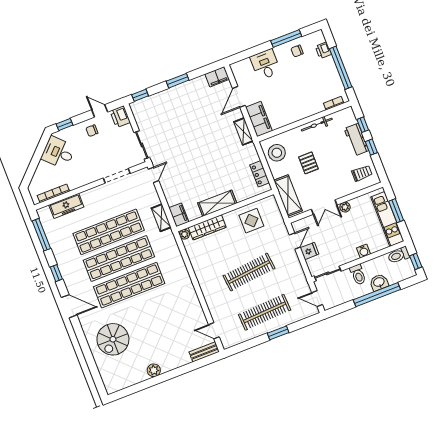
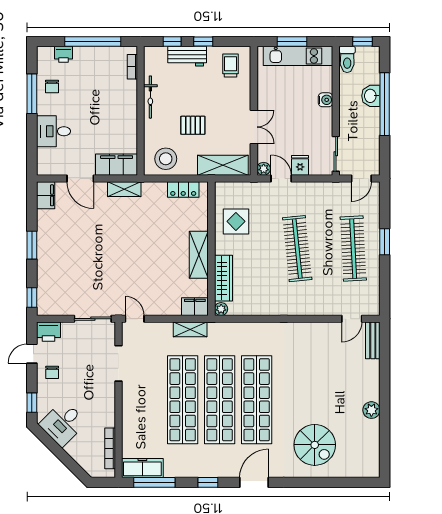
freezer: (66, 206) -> (142, 468), moved, turned -90
plant: (345, 207) -> (264, 169), moved
toilet: (358, 275) -> (351, 118), removed

